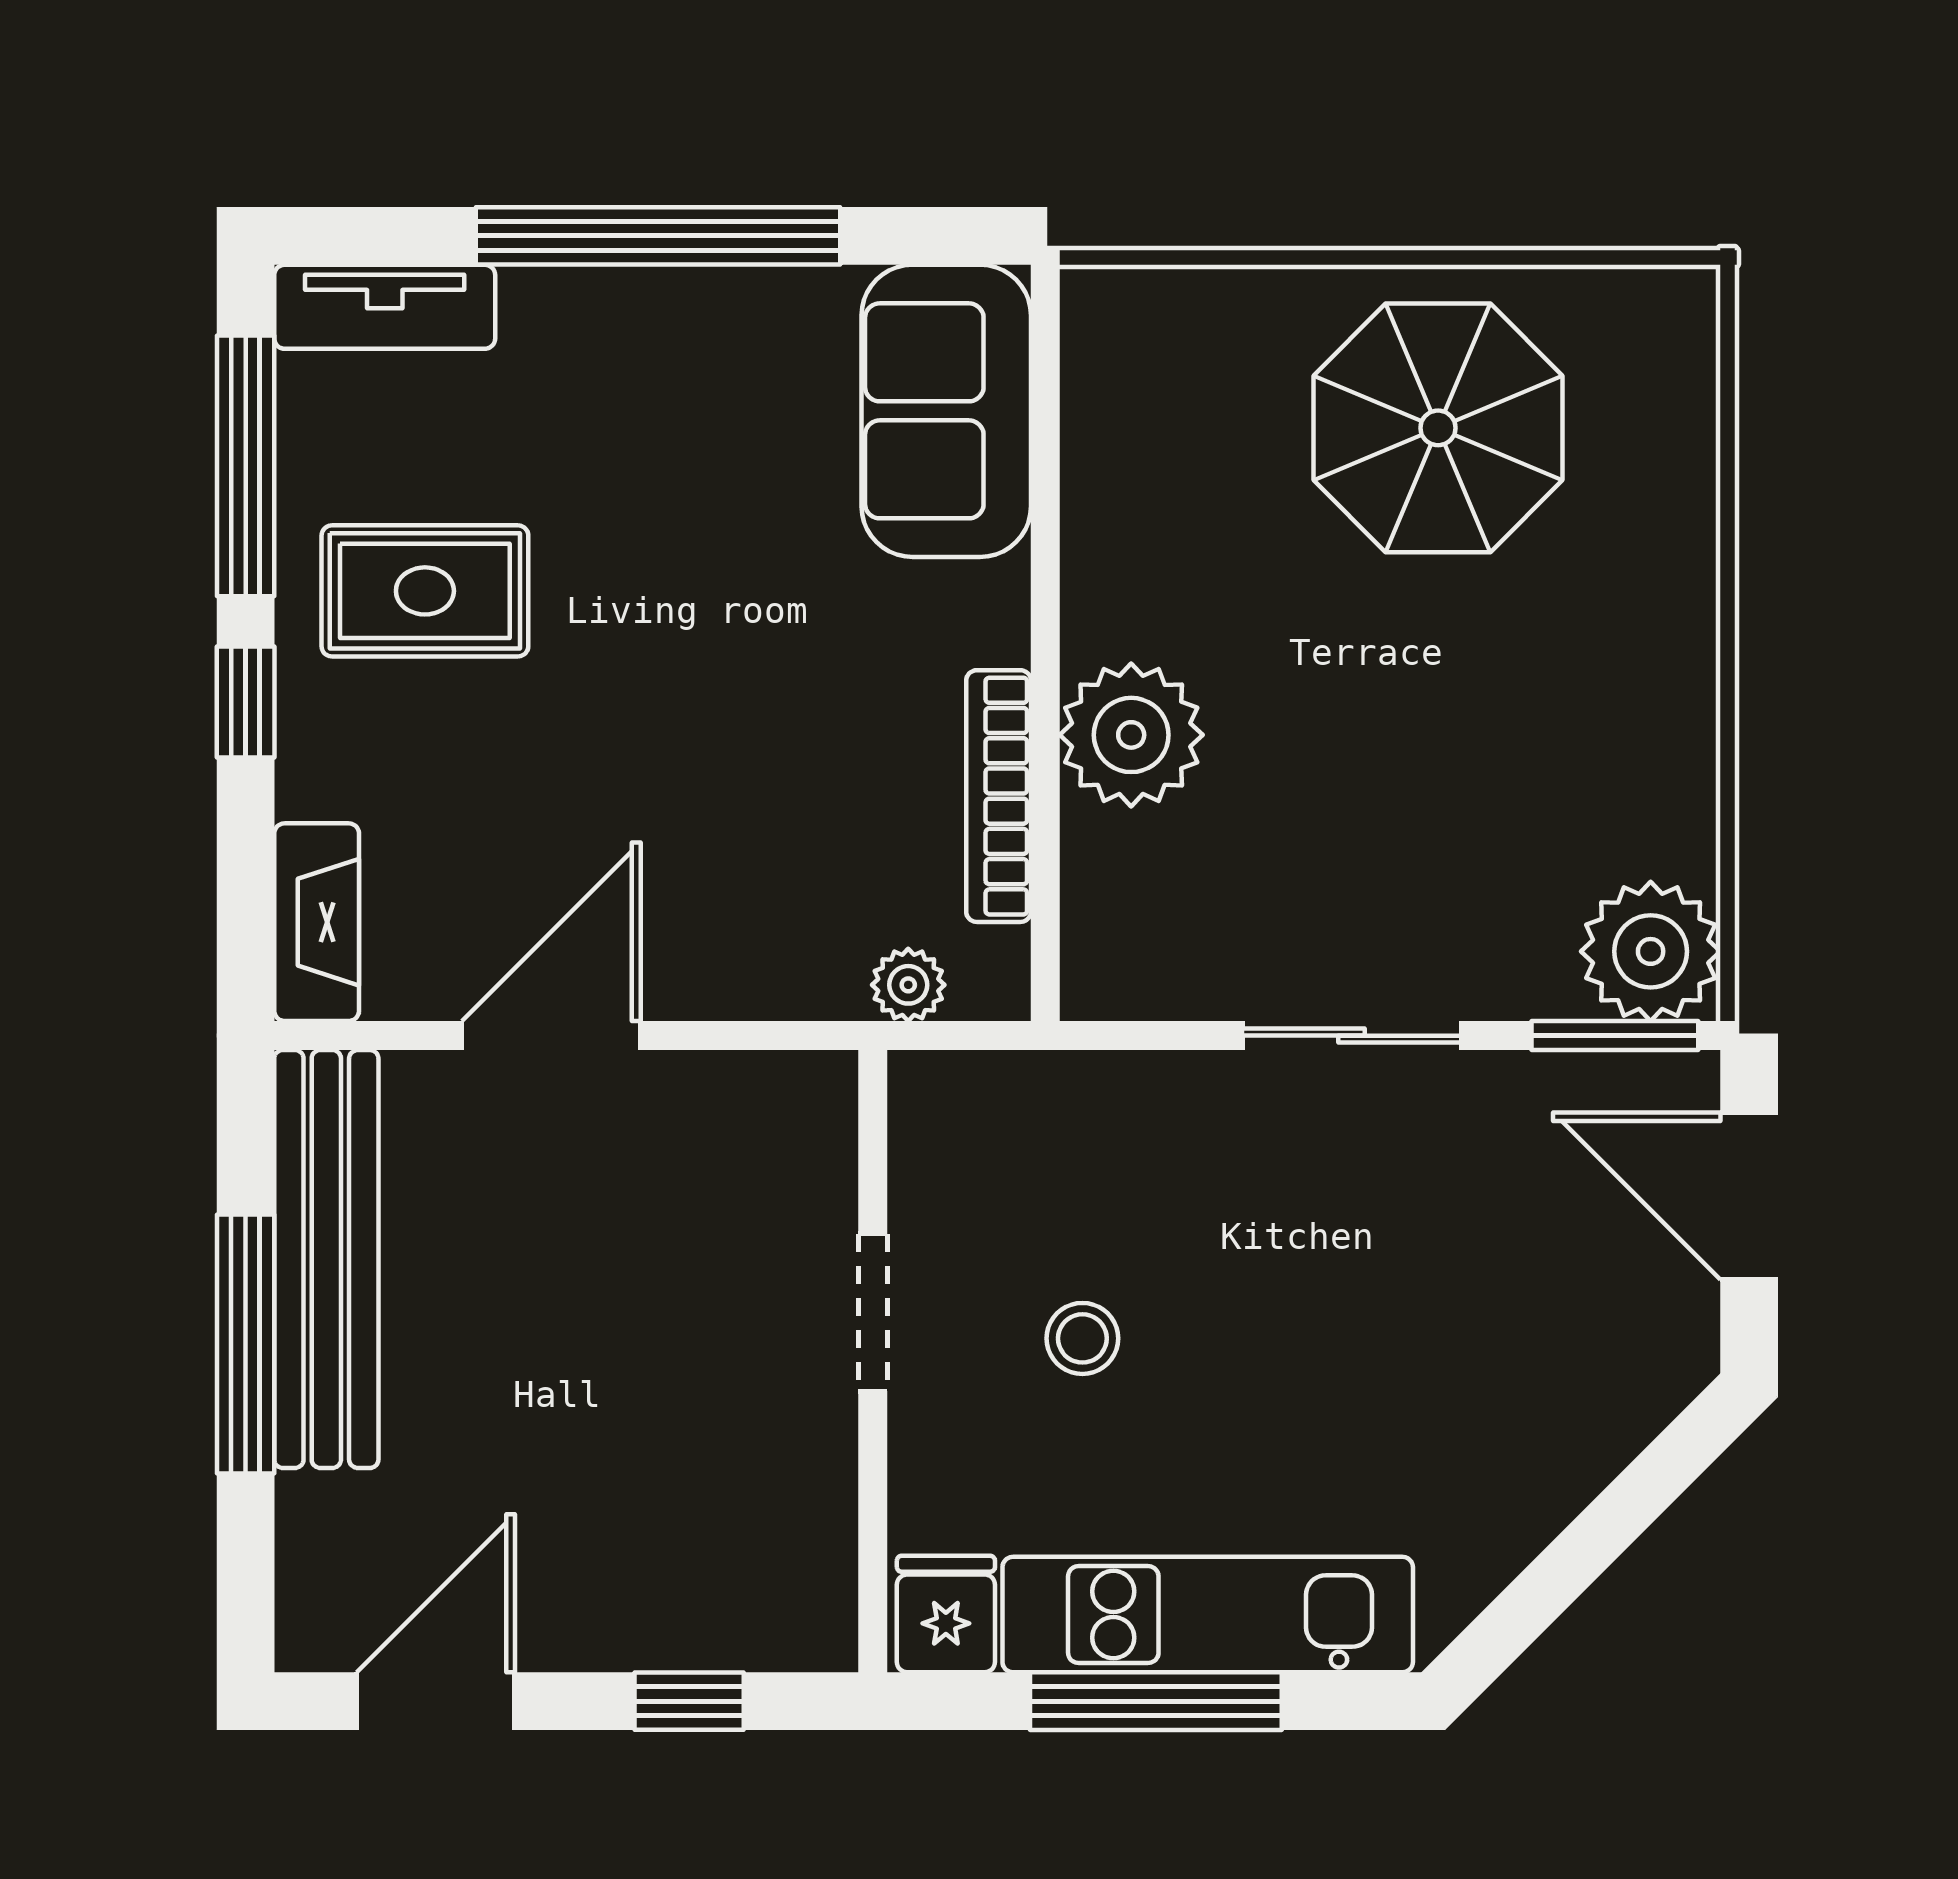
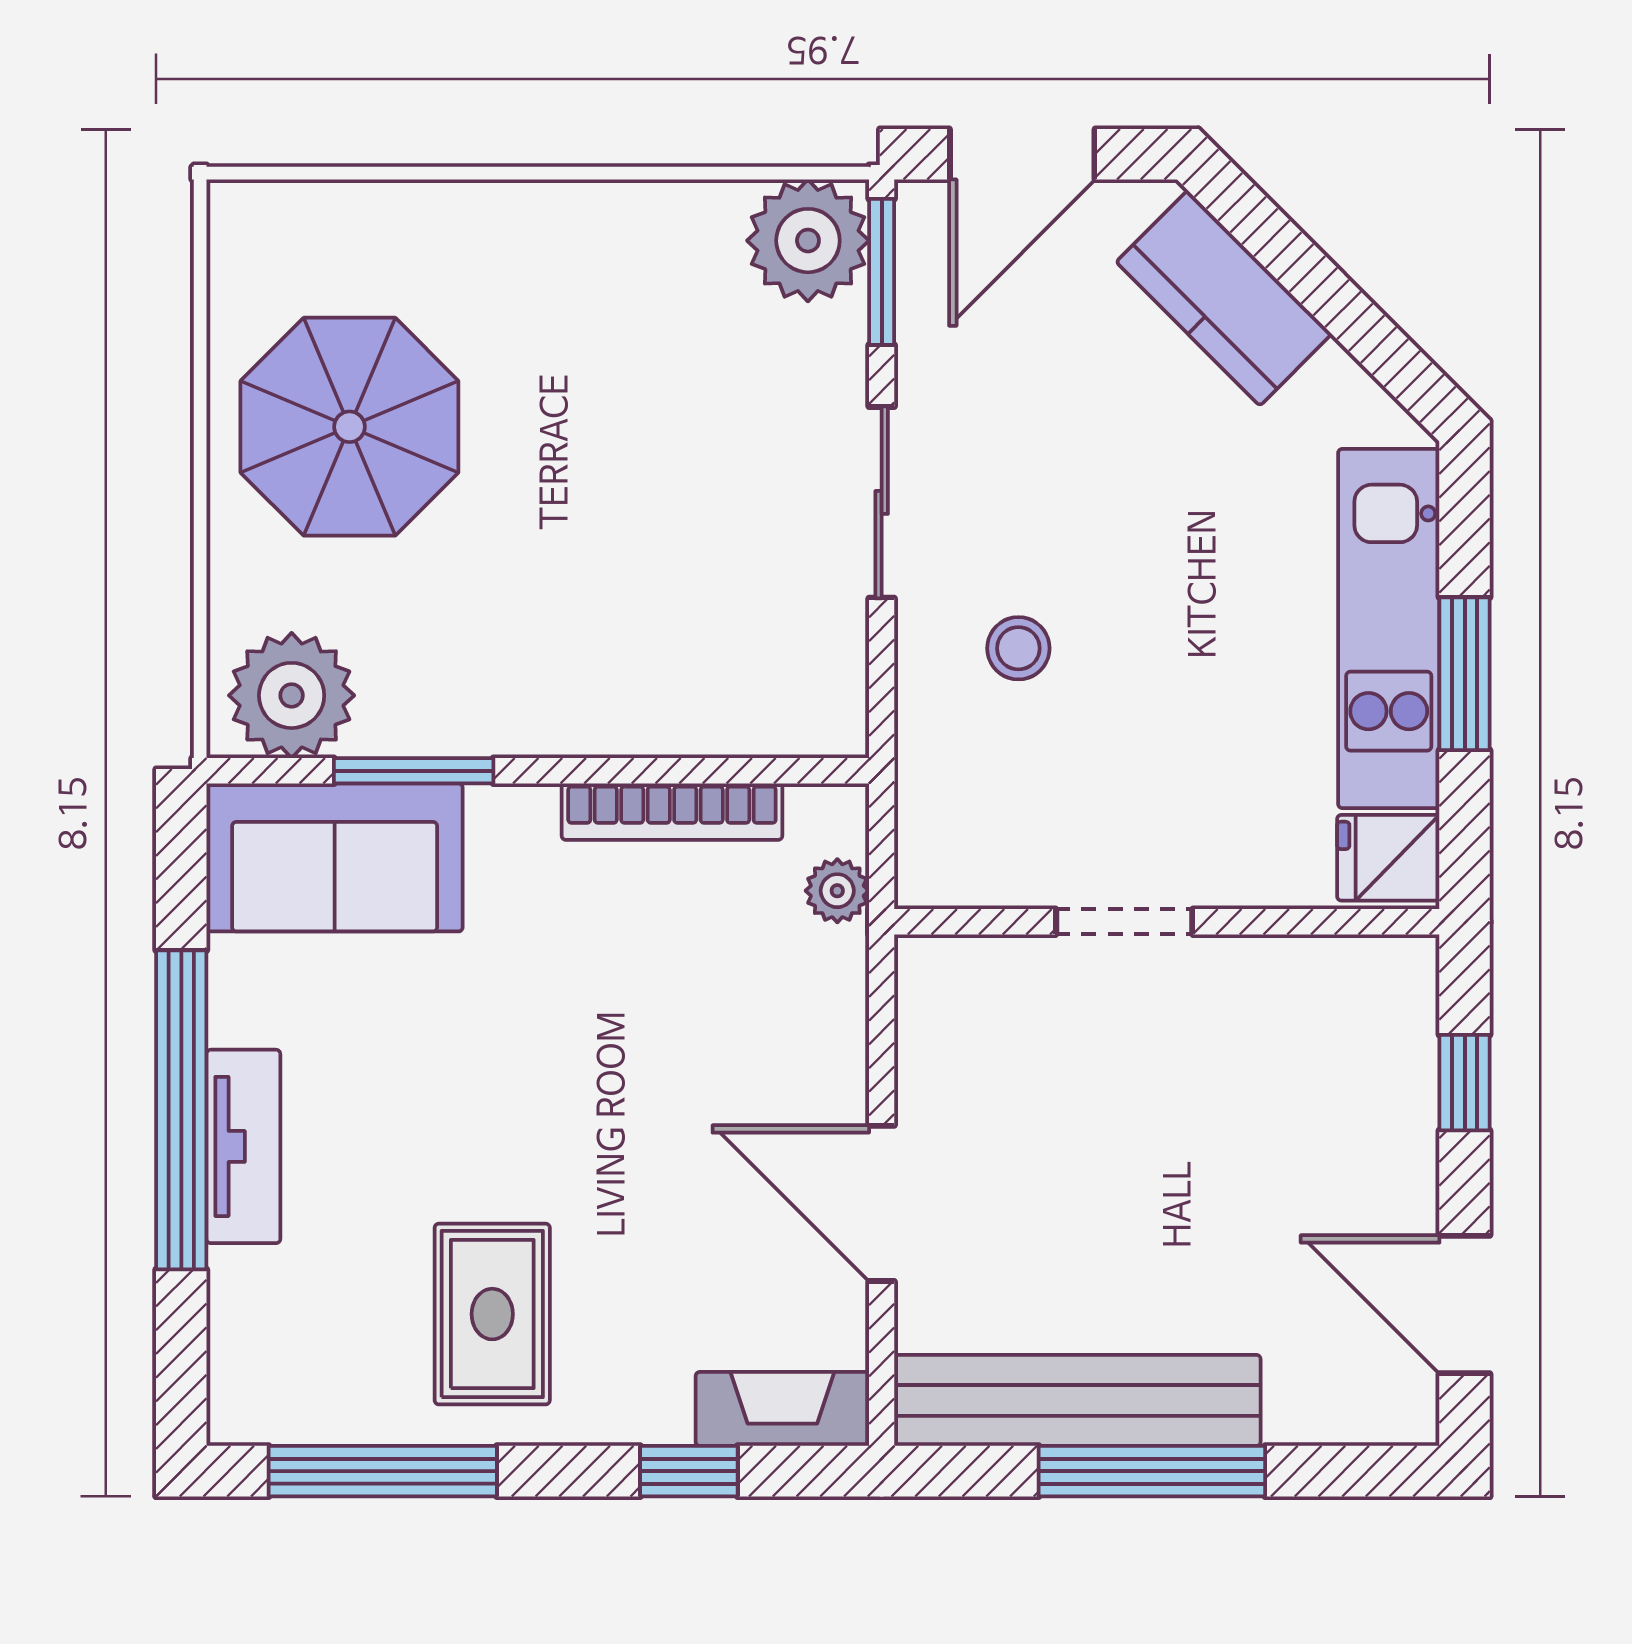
tv unit: (385, 307) -> (243, 1146), moved
window: (1045, 501) -> (414, 771), added
window: (246, 702) -> (689, 1471), moved
plant: (1131, 735) -> (292, 695), moved
stool: (1082, 1338) -> (1018, 648), moved
kitchen counter: (1585, 1426) -> (1224, 298), added
window: (1156, 1701) -> (1465, 674), width x0.69

